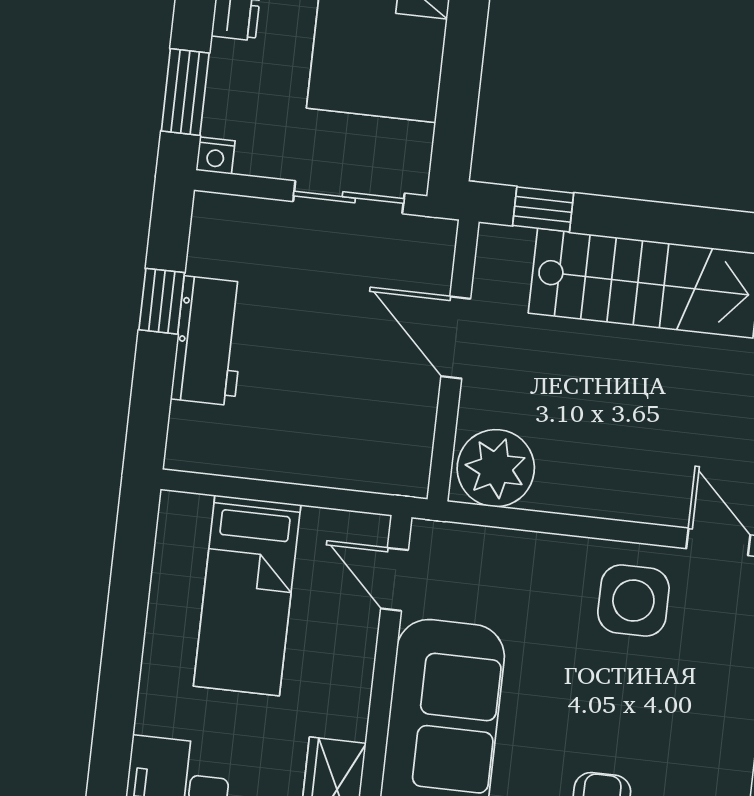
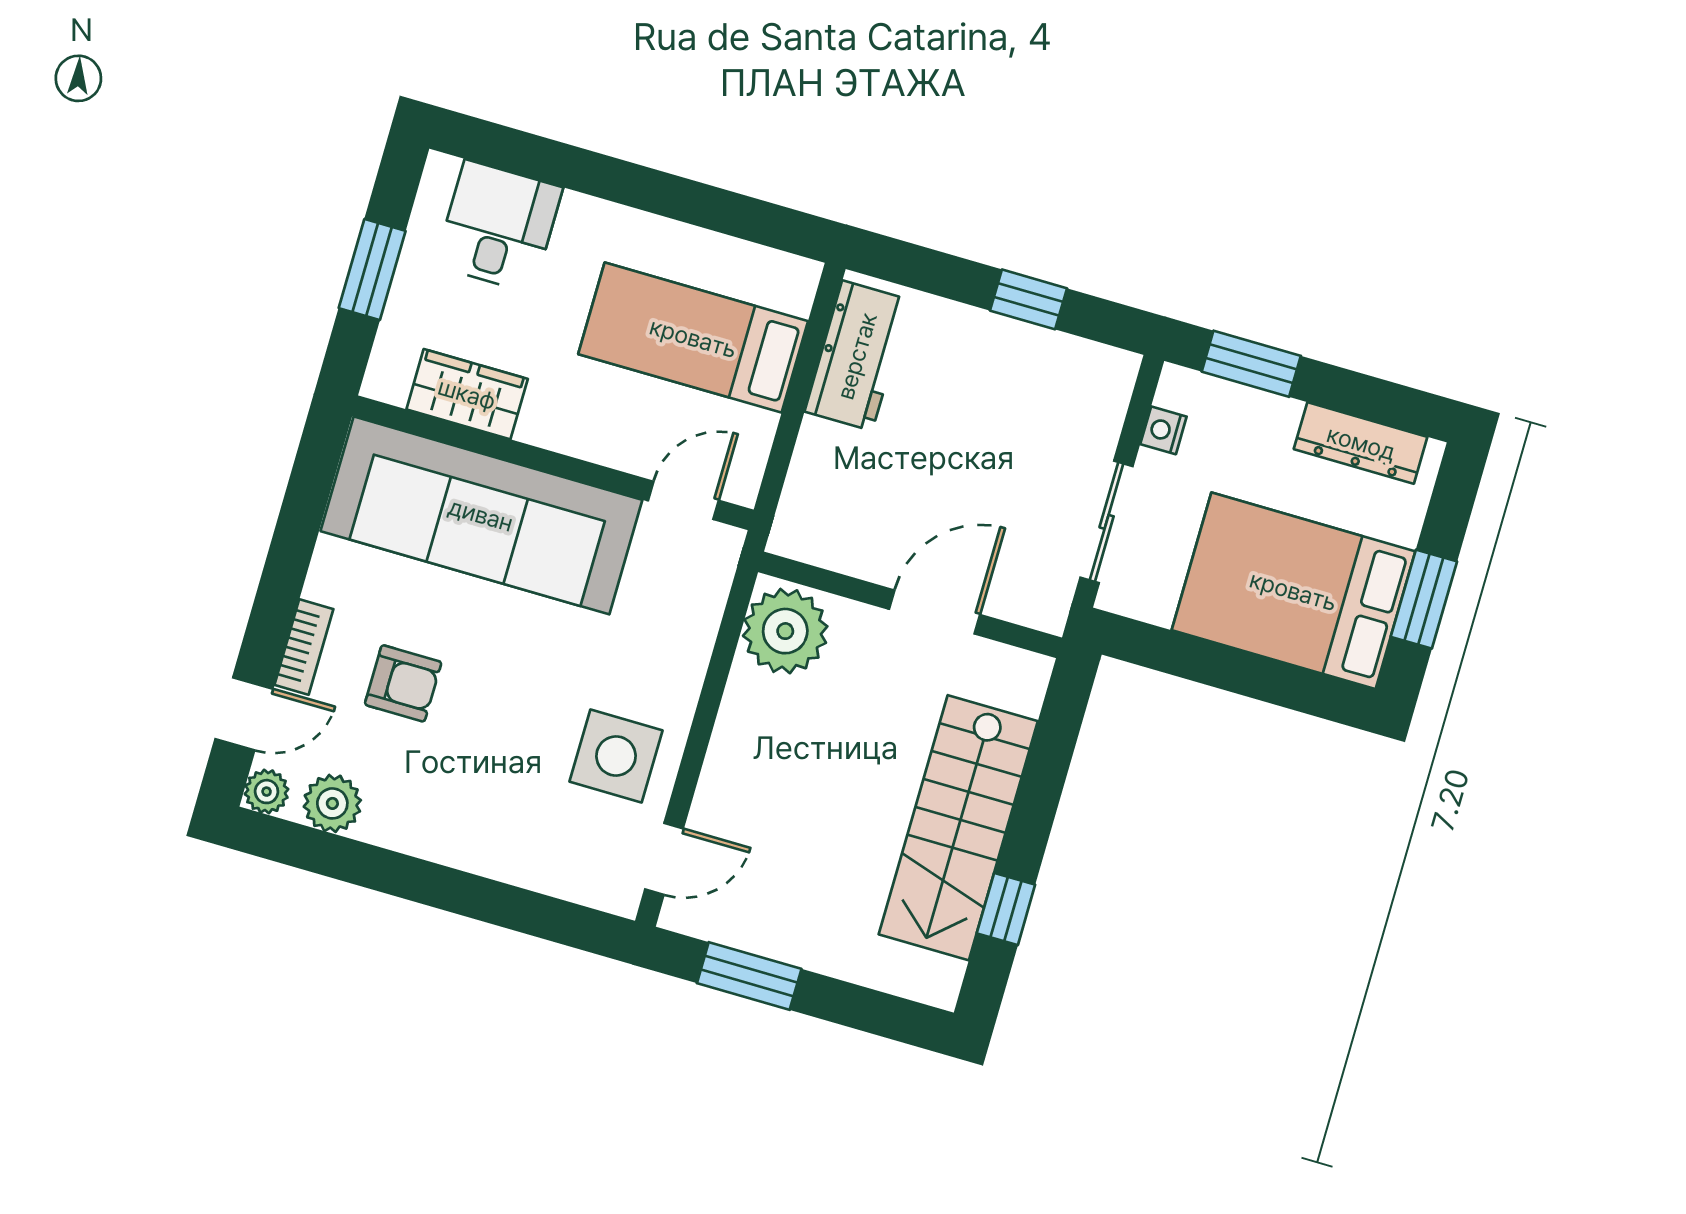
nightstand: (216, 156) -> (1163, 430), moved
window: (543, 209) -> (1006, 909), moved
workbench: (209, 341) -> (857, 356), moved, turned -90

